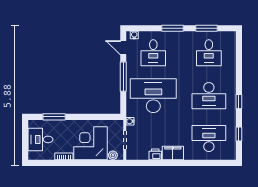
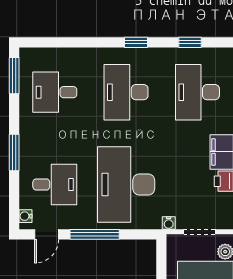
window: (206, 28) -> (14, 76), moved
desk: (209, 53) -> (55, 92), turned 180
desk: (209, 96) -> (126, 92), turned 180

